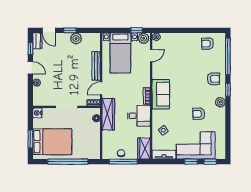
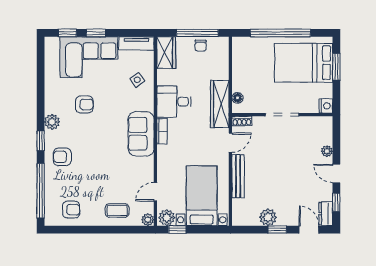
coffee table: (177, 43) -> (117, 211), added

